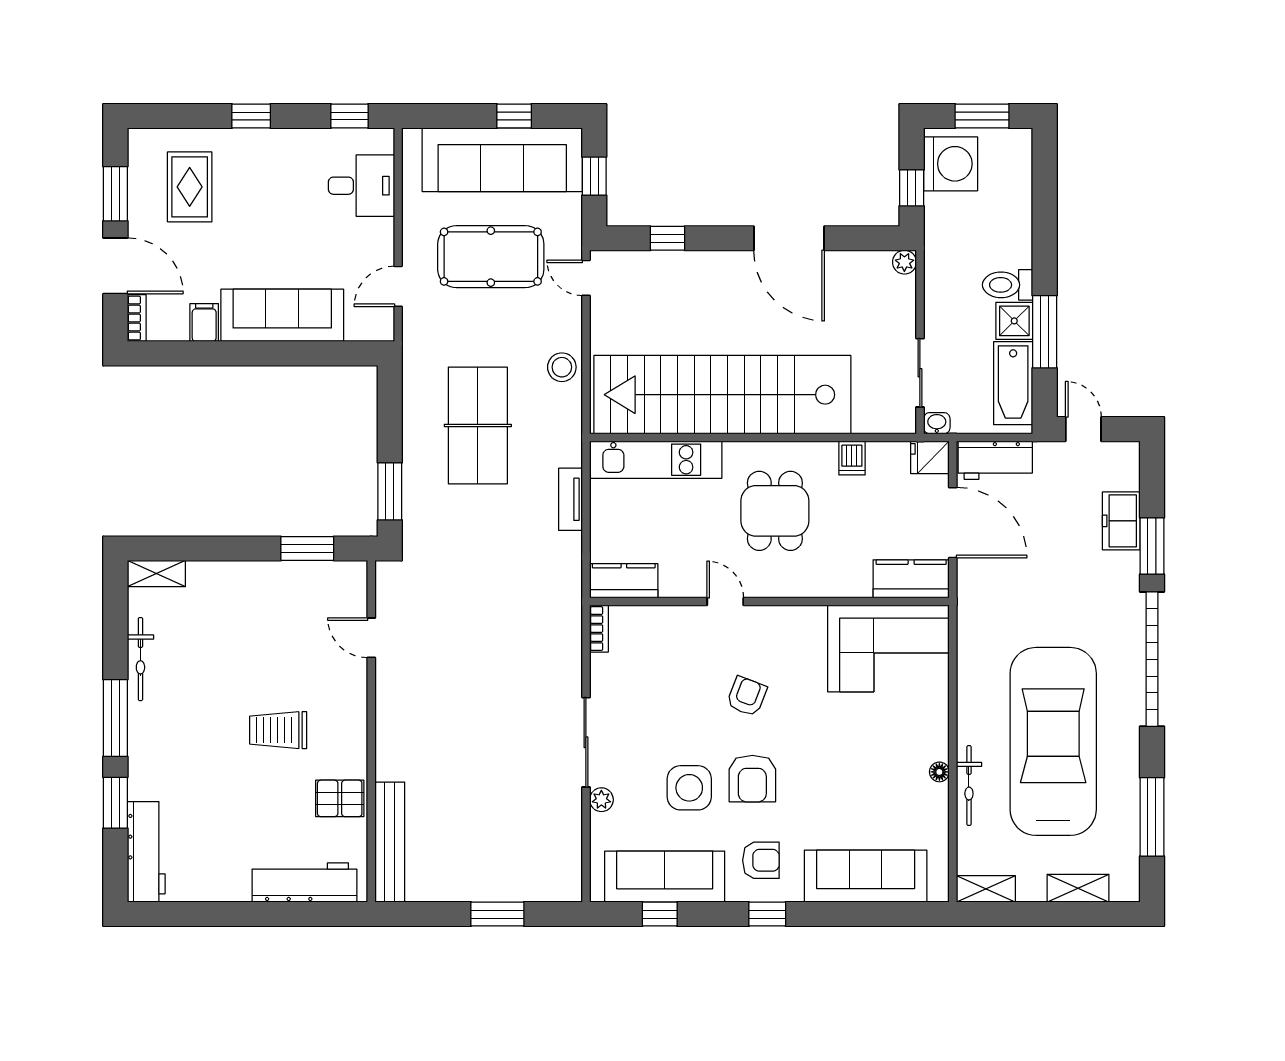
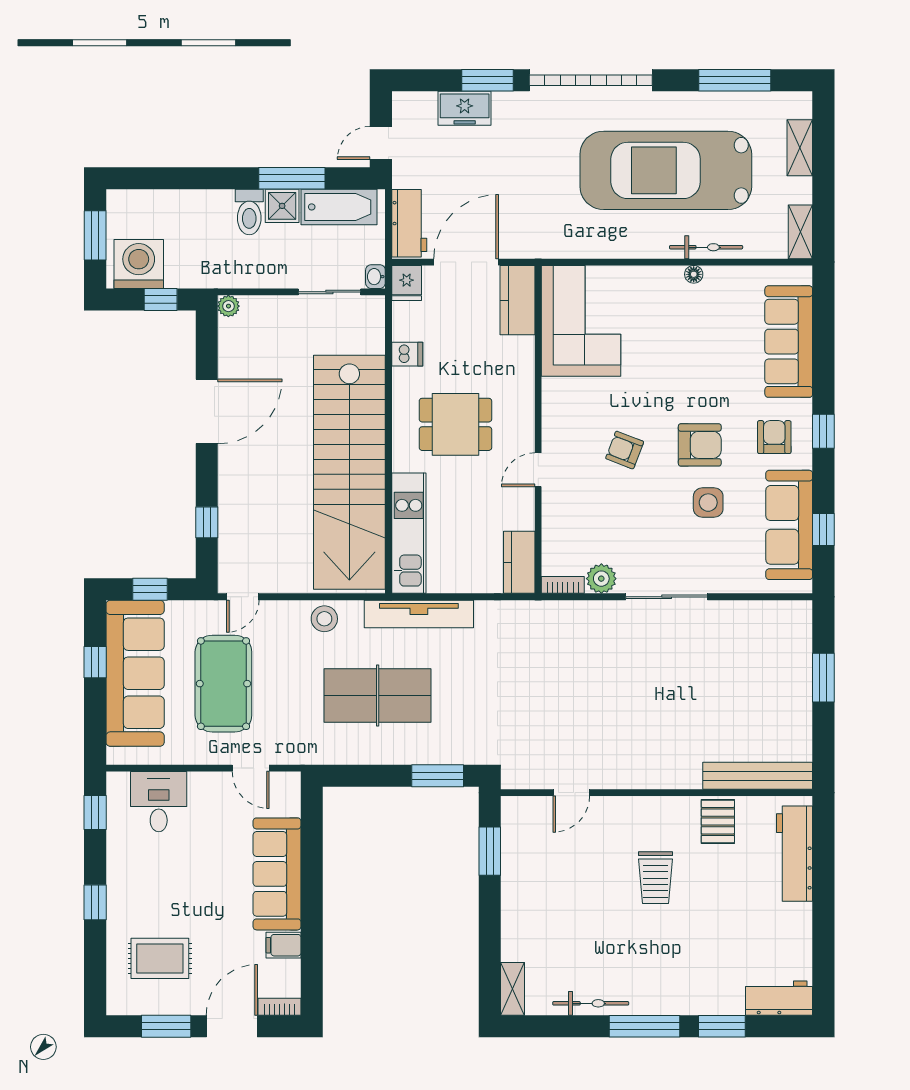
tv unit: (571, 499) -> (419, 614), width x1.92, depth x1.29
side table: (689, 788) -> (708, 503), width x0.73, depth x0.73
plant: (601, 800) -> (601, 579), moved, width x1.38, depth x1.38
workbench: (146, 852) -> (779, 998), width x0.73

